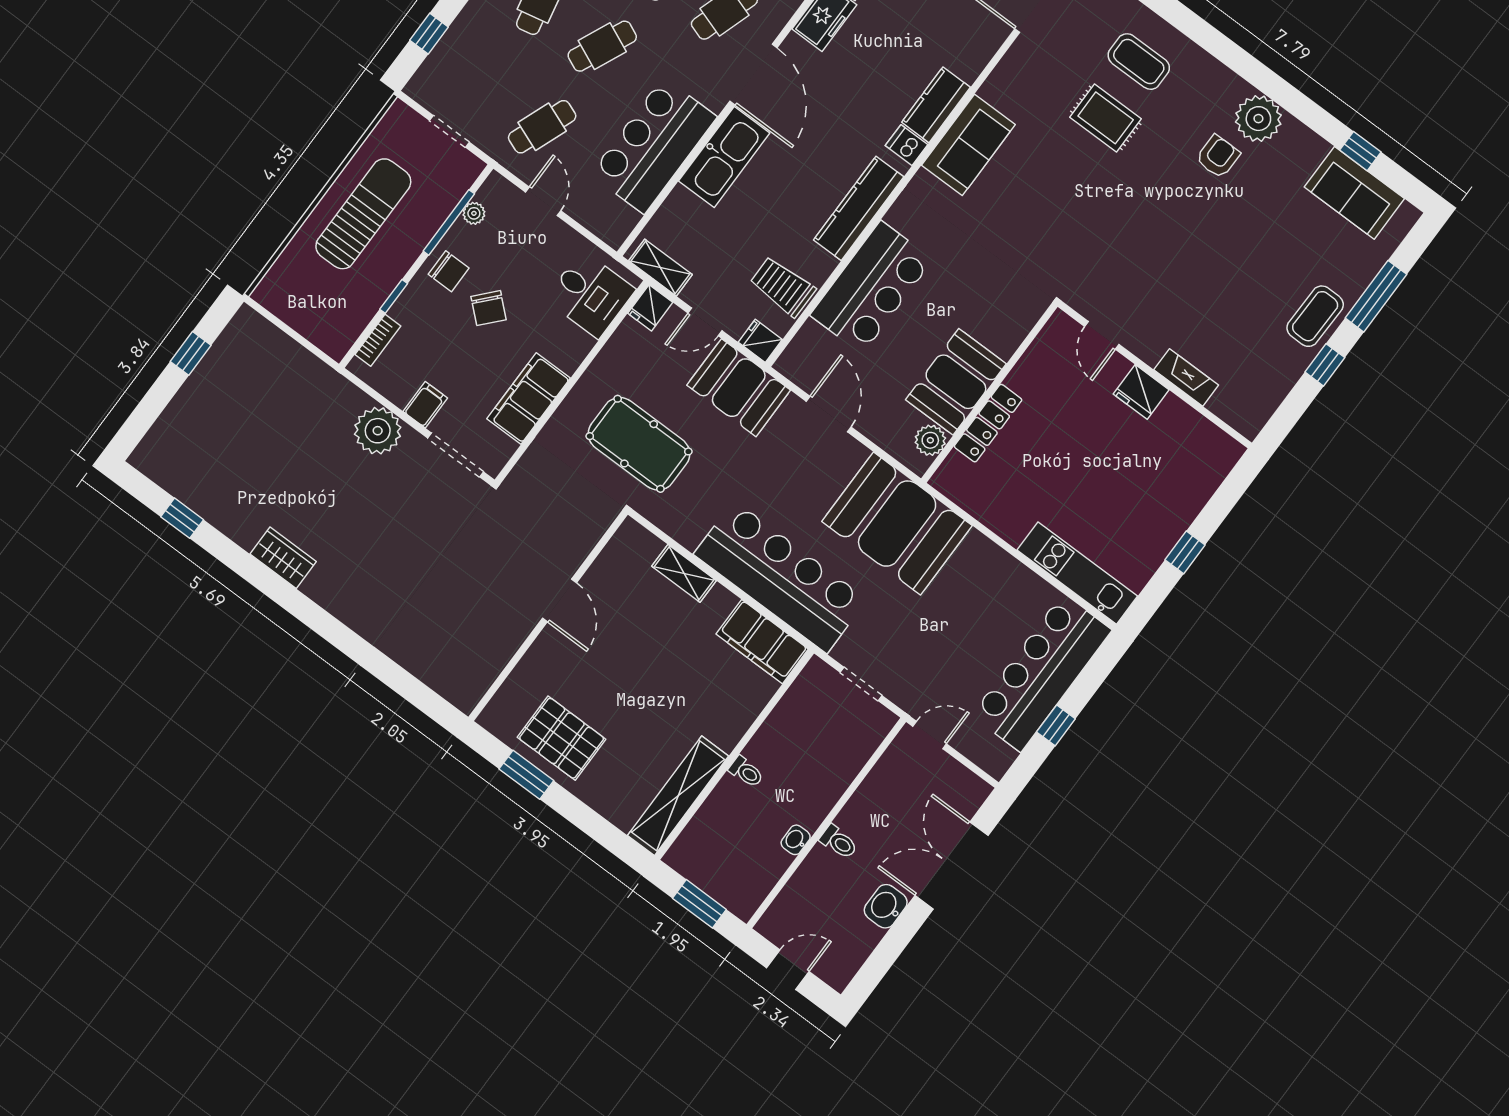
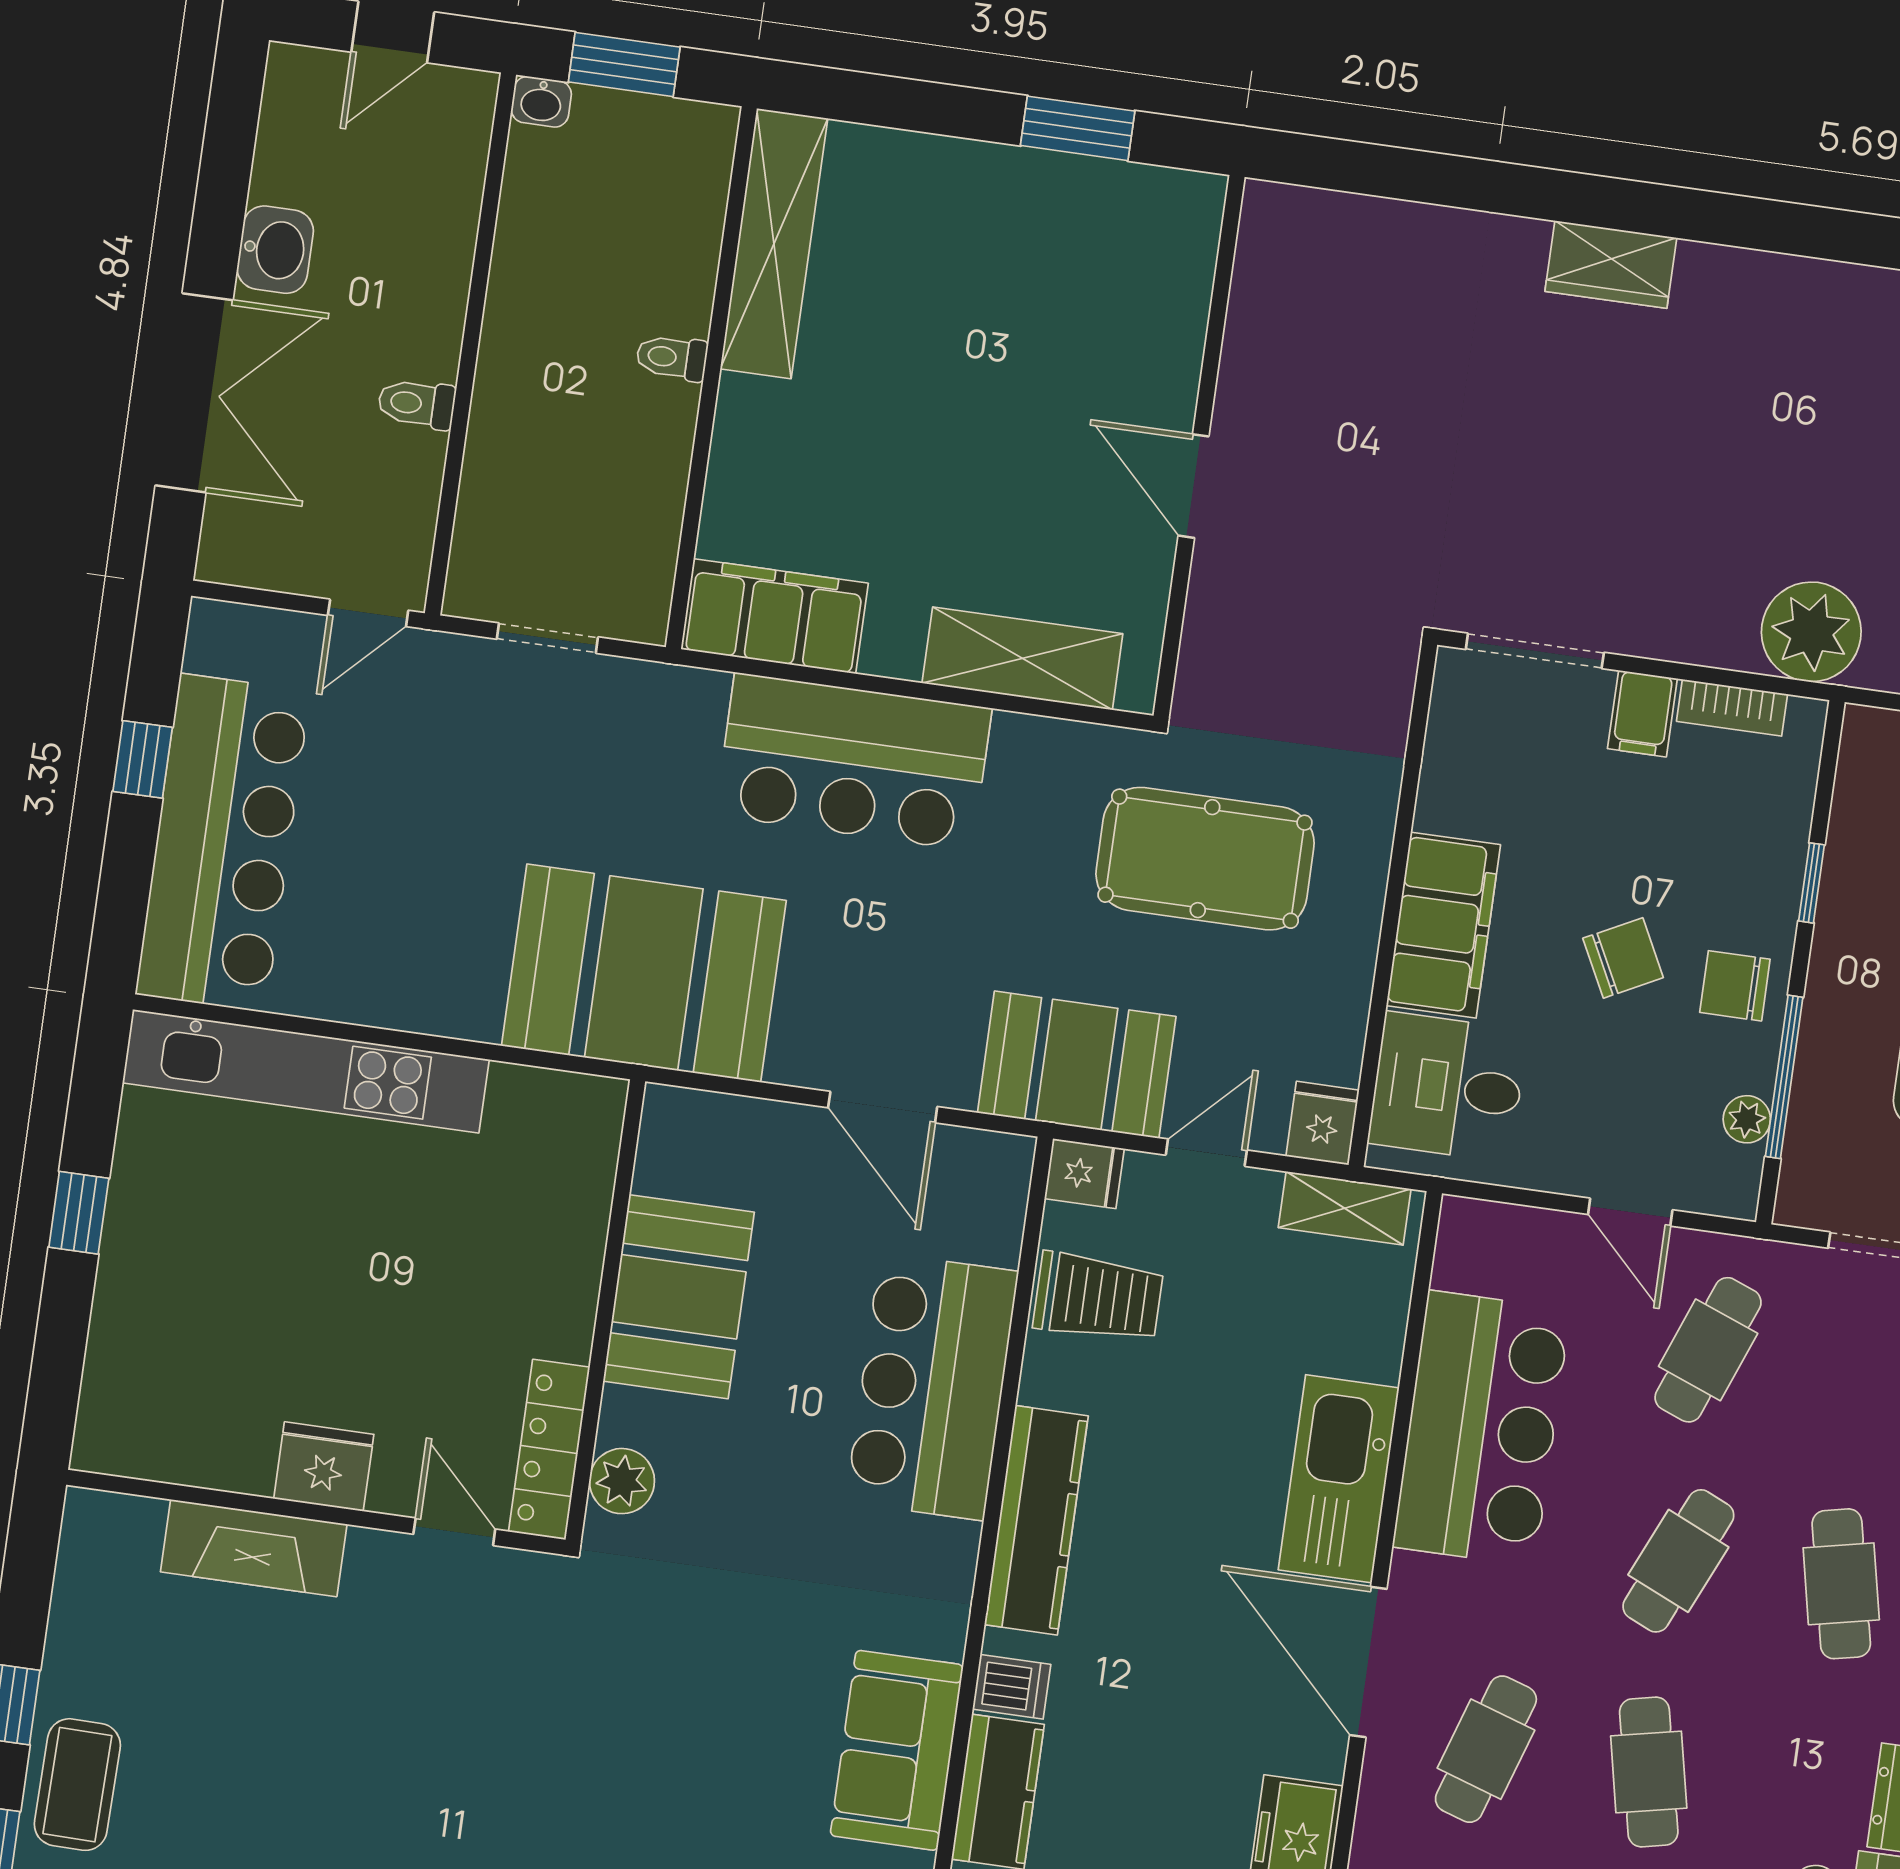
chair: (489, 308) -> (1623, 958), turned 111
bookcase: (378, 340) -> (1732, 708), moved, turned -90
fireplace: (1186, 377) -> (254, 1548), width x1.37, depth x1.32
filing cabinet: (529, 398) -> (1443, 925), moved
locker: (988, 423) -> (549, 1450), moved
plant: (378, 431) -> (1811, 632), moved
plant: (930, 440) -> (622, 1481), moved
wardrobe: (283, 558) -> (1611, 264), moved
shelving: (684, 573) -> (1022, 658), width x1.50, depth x1.33
kitchen unit: (1077, 573) -> (306, 1071), width x1.36
bar counter: (780, 577) -> (853, 762), width x0.73
pallet: (562, 738) -> (1049, 232), removed
washbasin: (796, 840) -> (541, 102), moved, turned 90
toilet: (839, 842) -> (417, 404), moved

